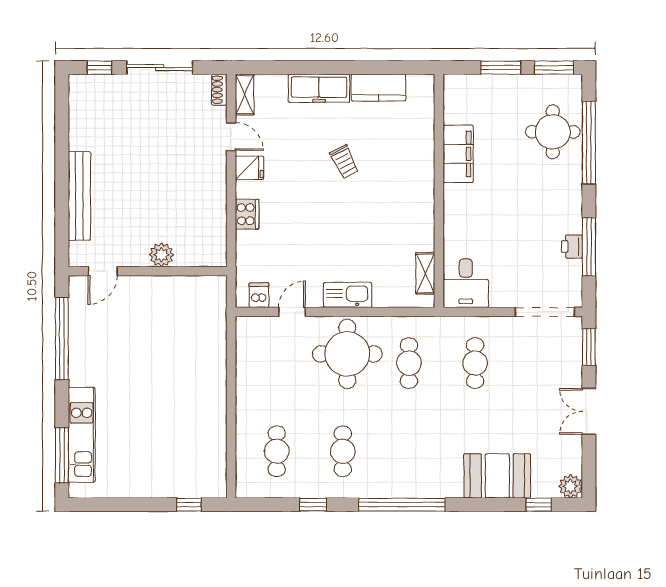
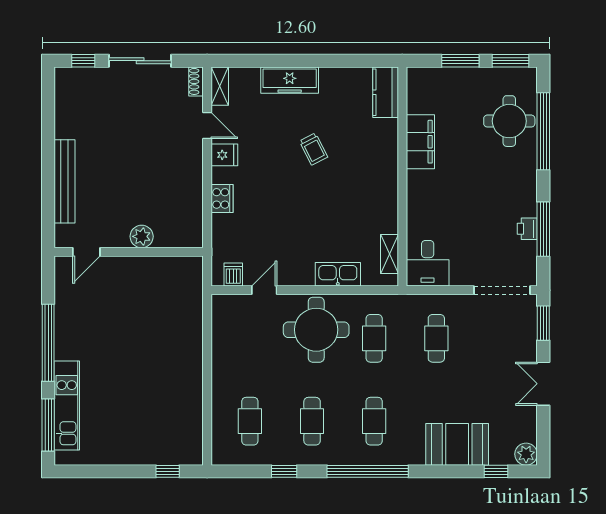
kitchen counter: (378, 88) -> (386, 92), moved, turned 90
kitchen sink: (347, 295) -> (338, 274), moved
window: (62, 339) -> (48, 343), moved
cafe table: (409, 451) -> (374, 421), added

